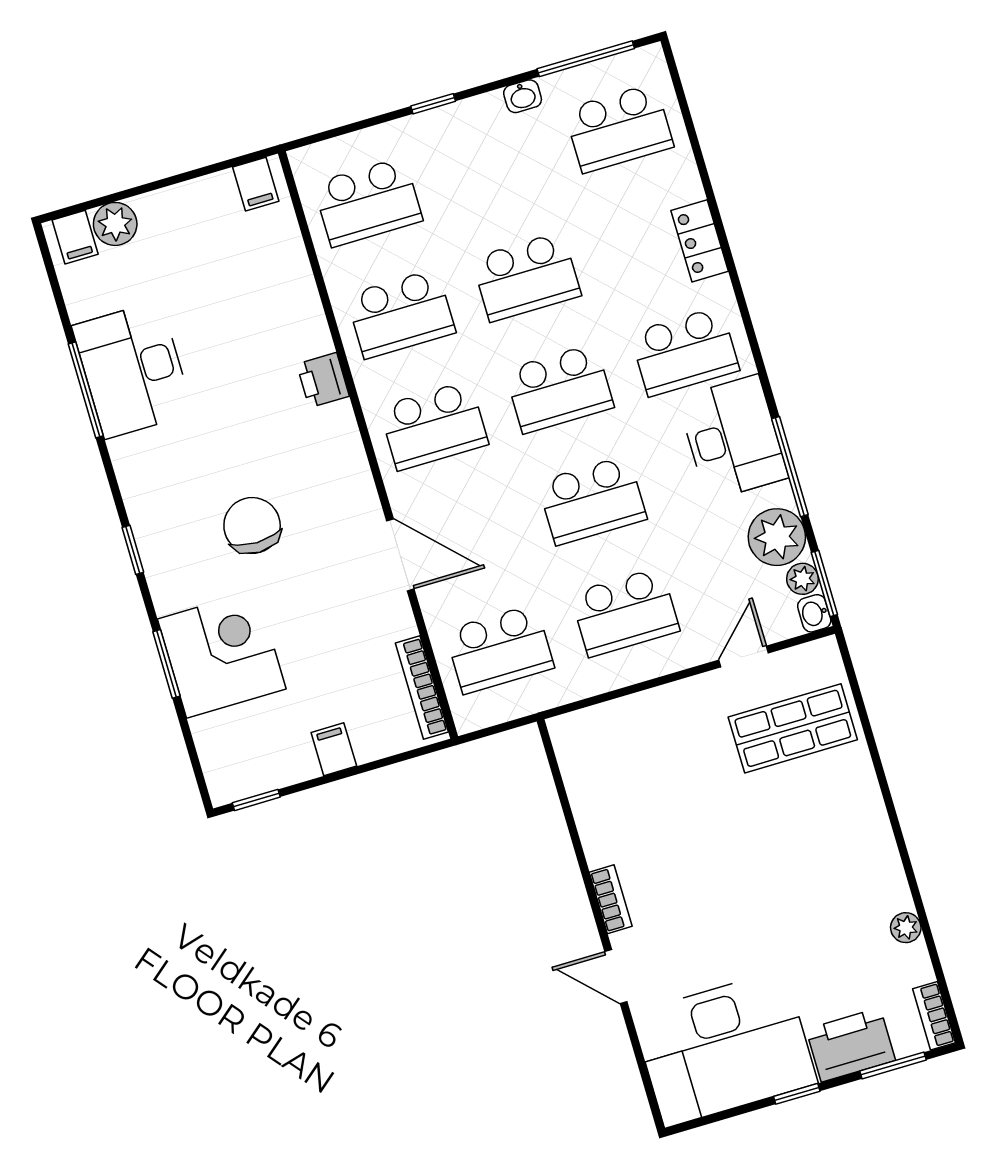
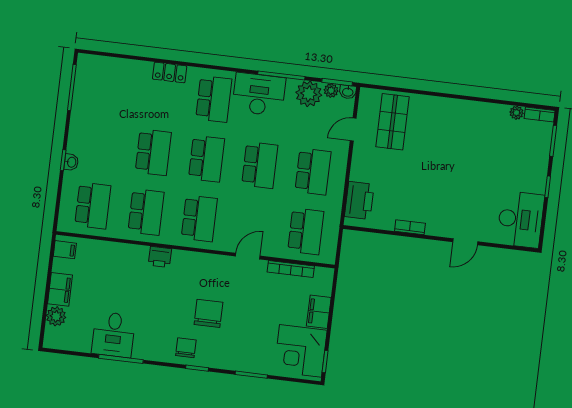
washbasin: (523, 96) -> (71, 162), moved
school desk: (619, 128) -> (107, 86), removed
filing cabinet: (75, 237) -> (60, 289), moved, width x2.00
desk: (133, 370) -> (113, 335), width x0.73
chair: (164, 510) -> (186, 348), added
chair: (252, 526) -> (208, 313), turned 90
door: (400, 555) -> (248, 256), width x0.73
corner desk: (222, 654) -> (300, 351), moved, turned -90
door: (744, 656) -> (353, 130), hinge flipped
bookcase: (422, 688) -> (291, 269), moved
filing cabinet: (334, 749) -> (319, 312), width x2.00
bookcase: (611, 899) -> (410, 227), moved
plant: (906, 928) -> (516, 113), moved
printer: (851, 1045) -> (359, 200), moved, turned 180
desk: (725, 1048) -> (520, 219), width x0.73, depth x0.77

